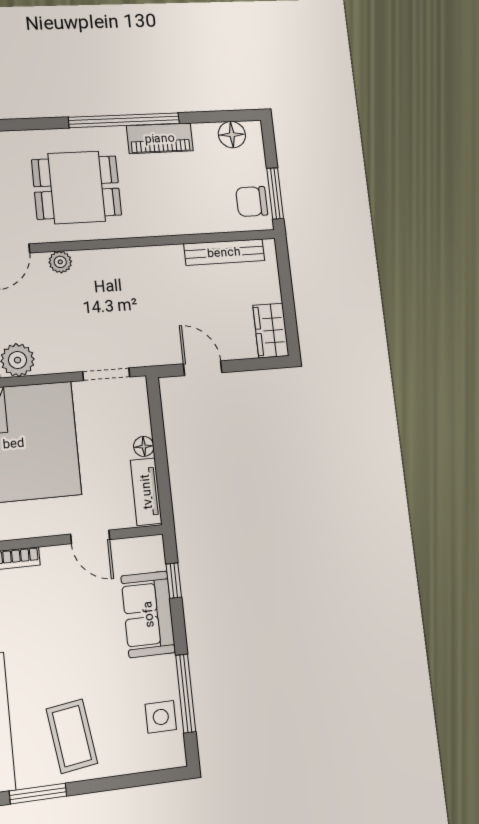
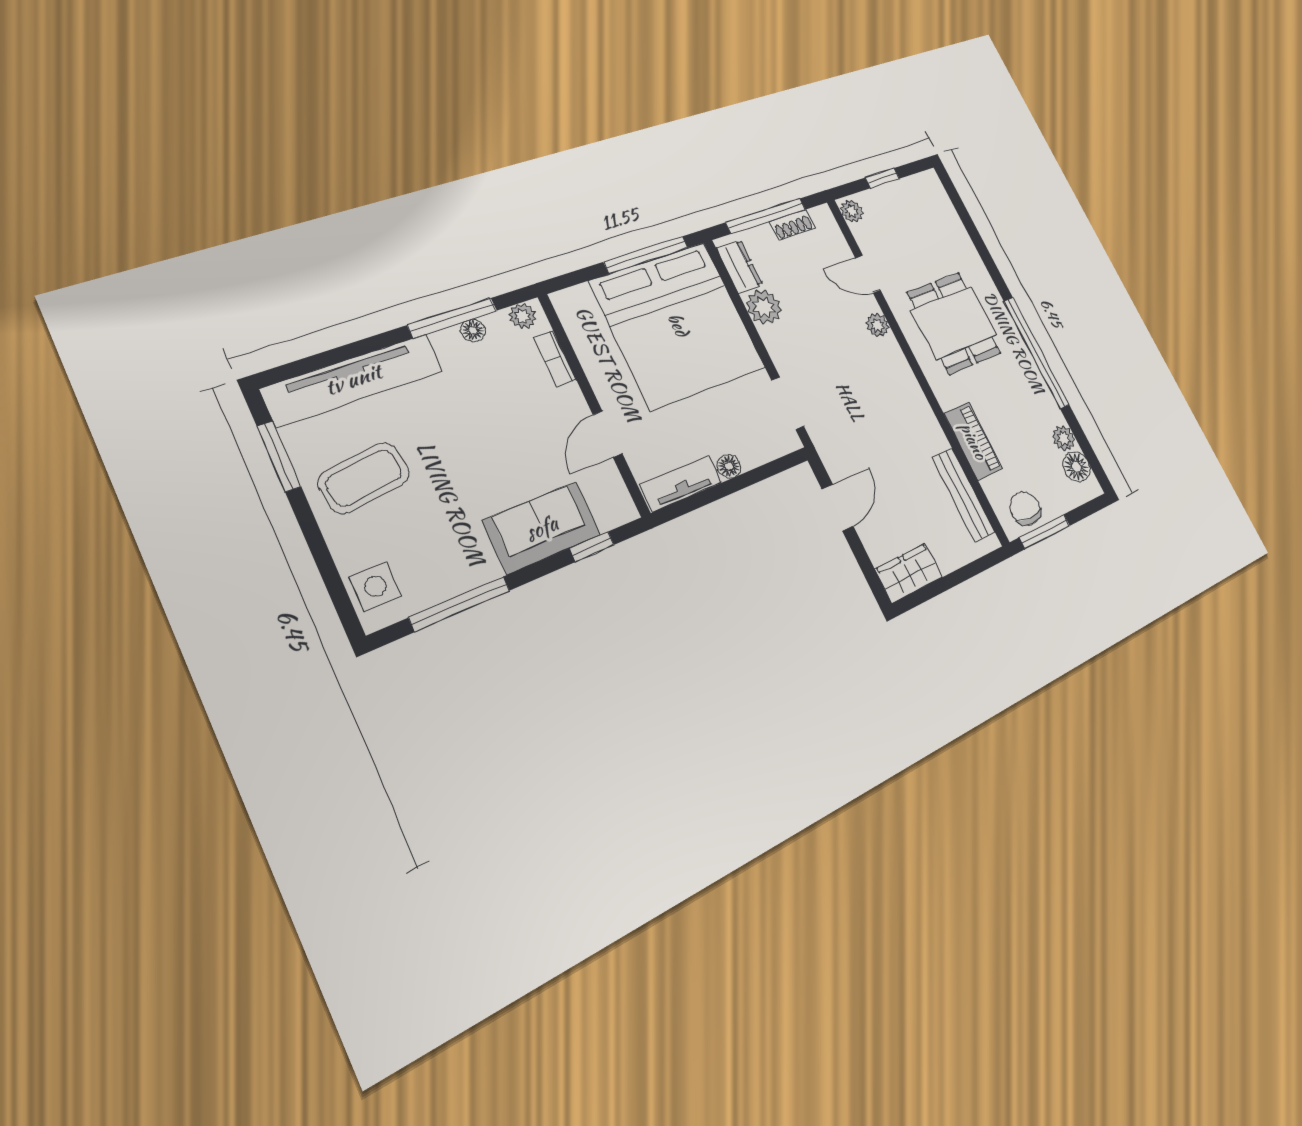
plant: (205, 134) -> (1064, 438), added
piano: (160, 138) -> (973, 441), moved, turned 180
side table: (161, 717) -> (375, 586), moved

